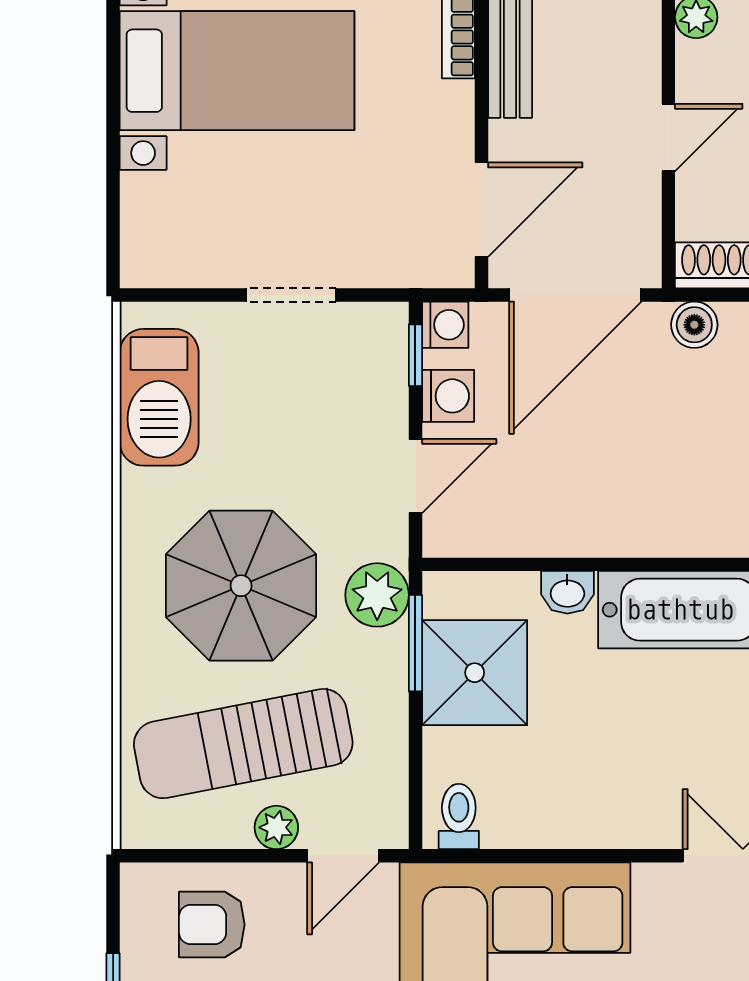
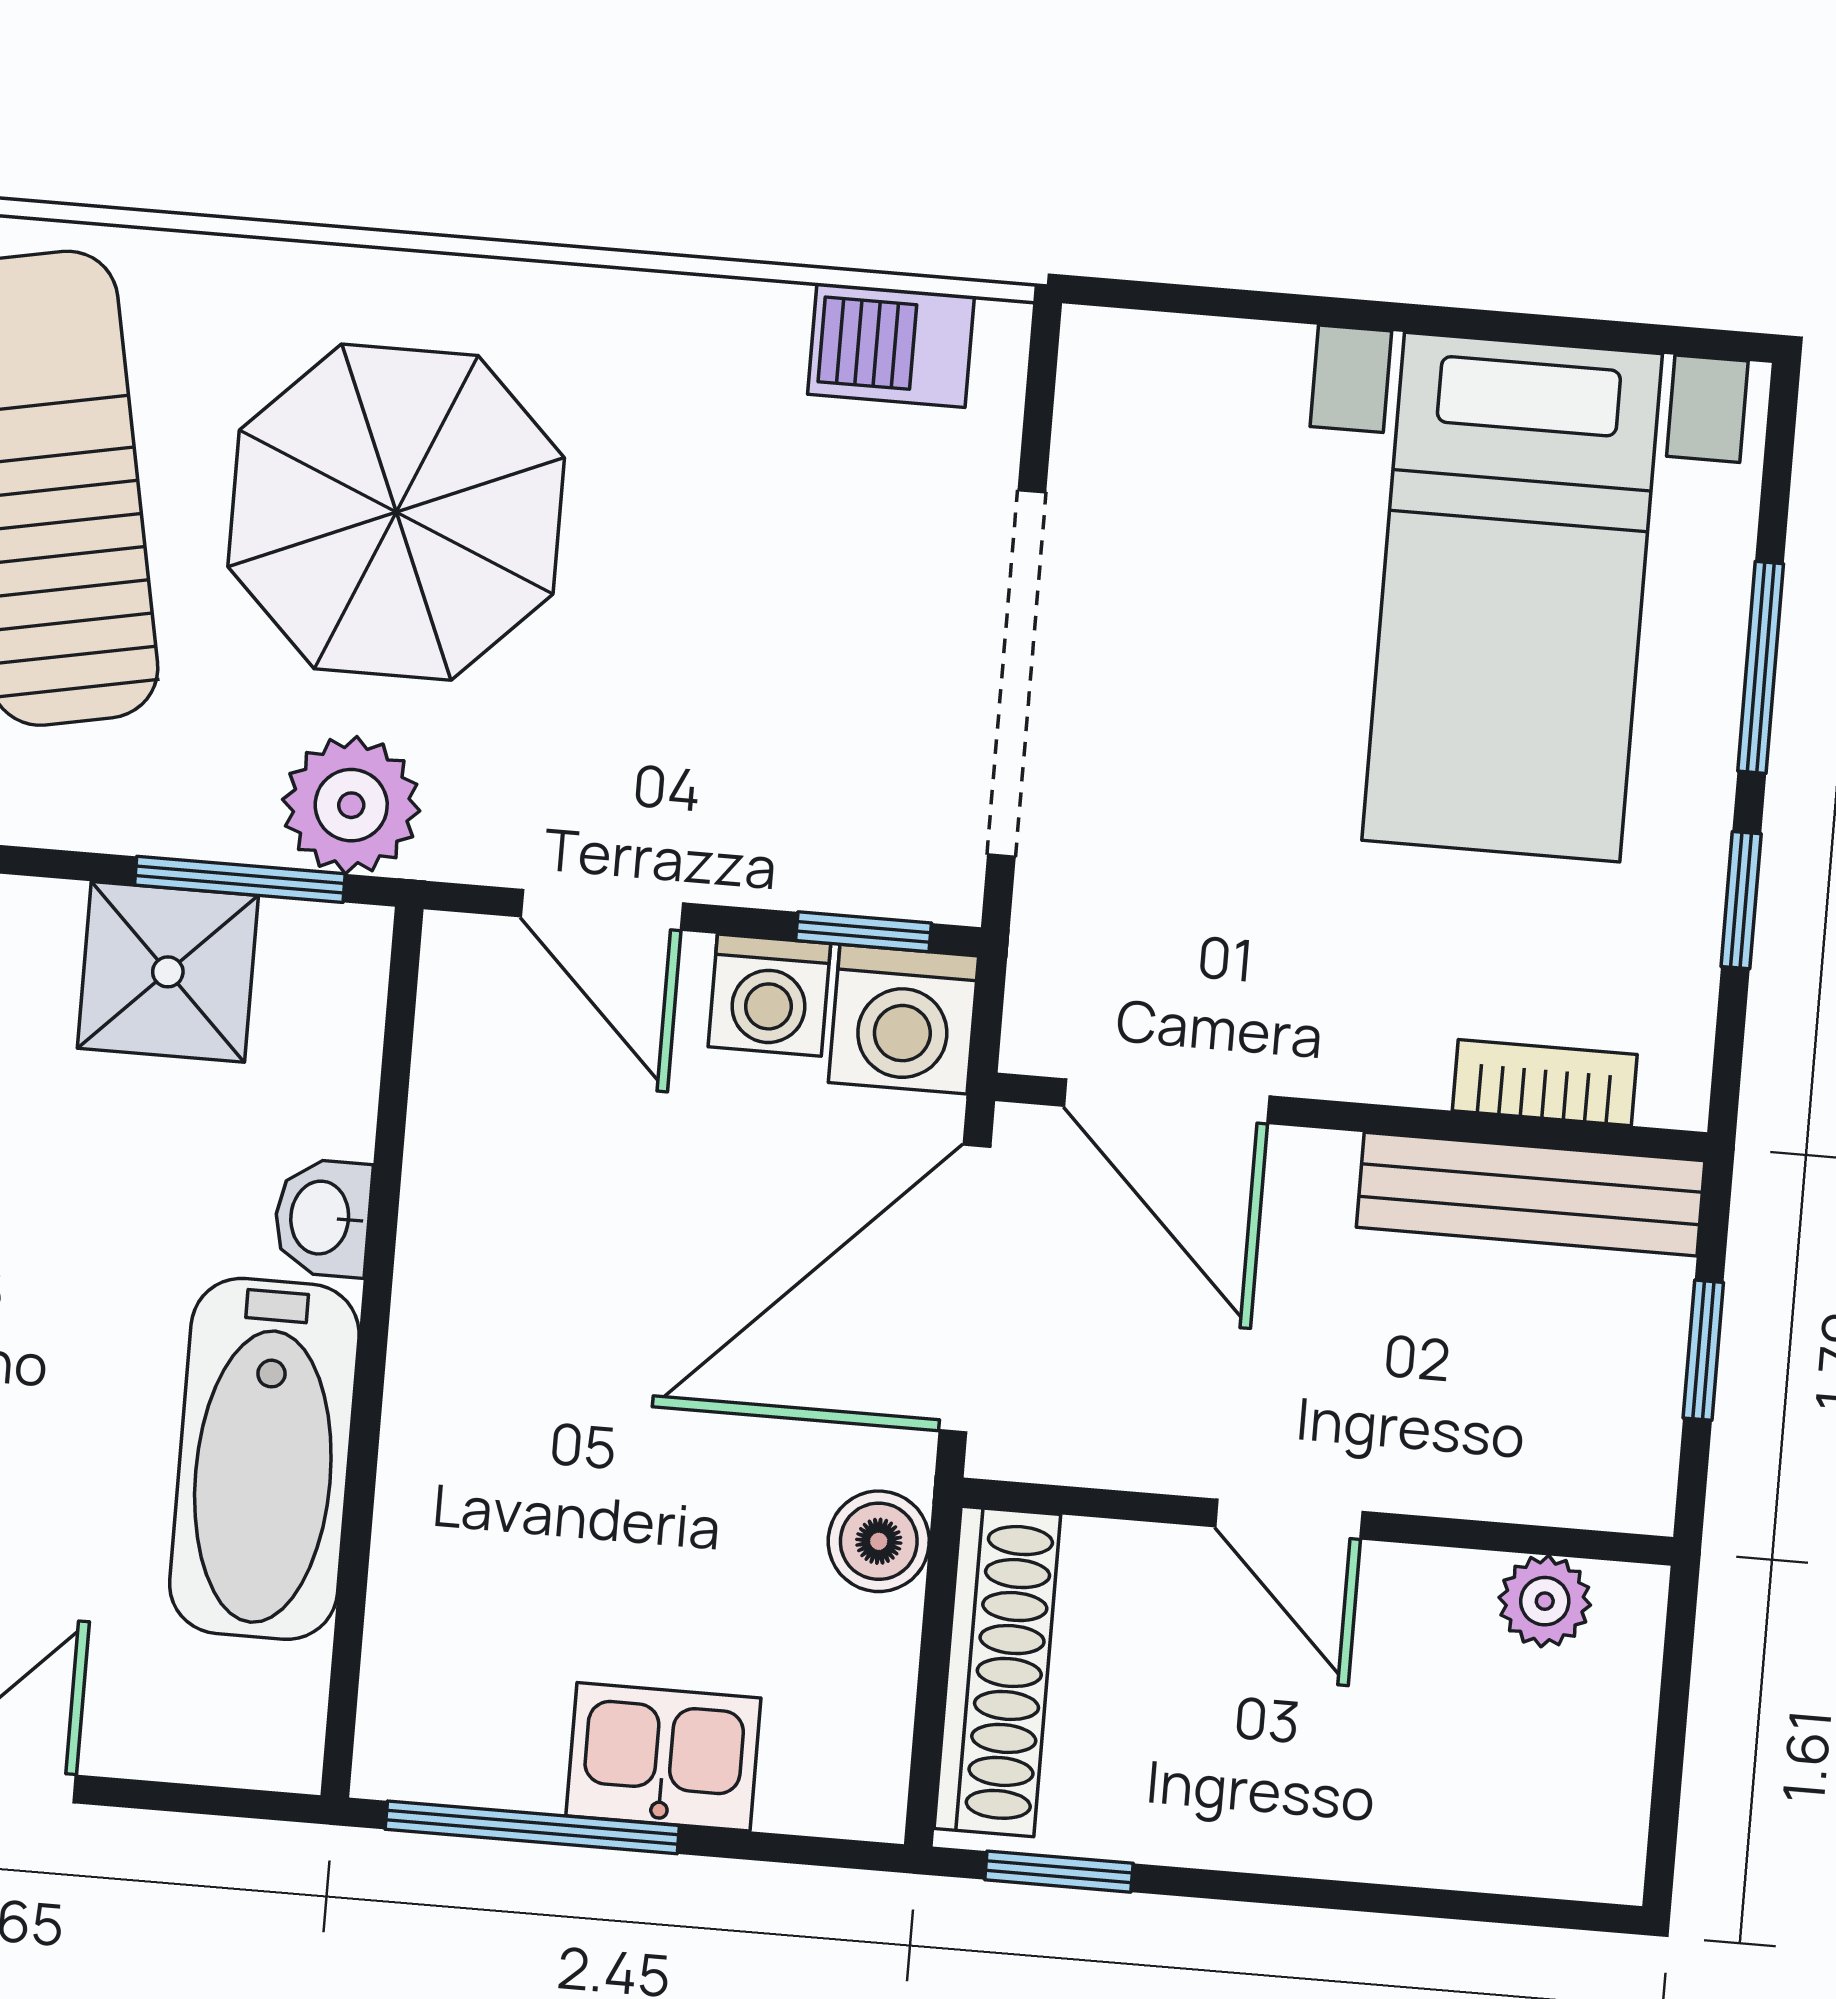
doorway: (291, 295) -> (1017, 673), width x1.88
door: (575, 295) -> (965, 1289), hinge flipped
washing machine: (445, 325) -> (904, 1019), width x1.38, depth x1.38
barbecue: (159, 397) -> (891, 345), width x0.53, depth x0.65
shower: (475, 673) -> (168, 972), width x0.73, depth x0.73

